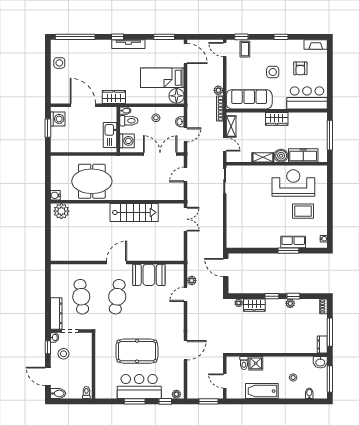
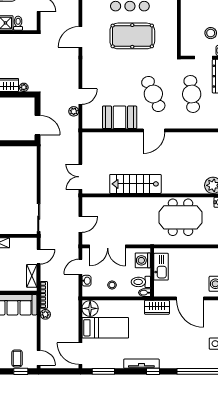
door: (225, 144) -> (39, 257), swing flipped
cafe table: (117, 297) -> (153, 94), turned -33

